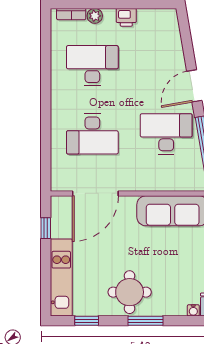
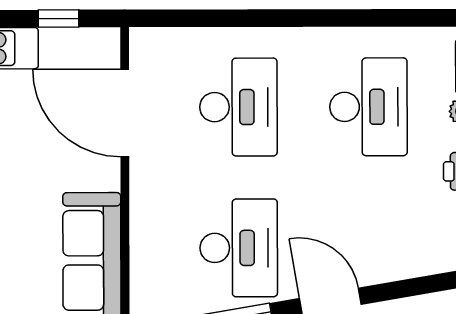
desk: (92, 134) -> (238, 107), turned 180

